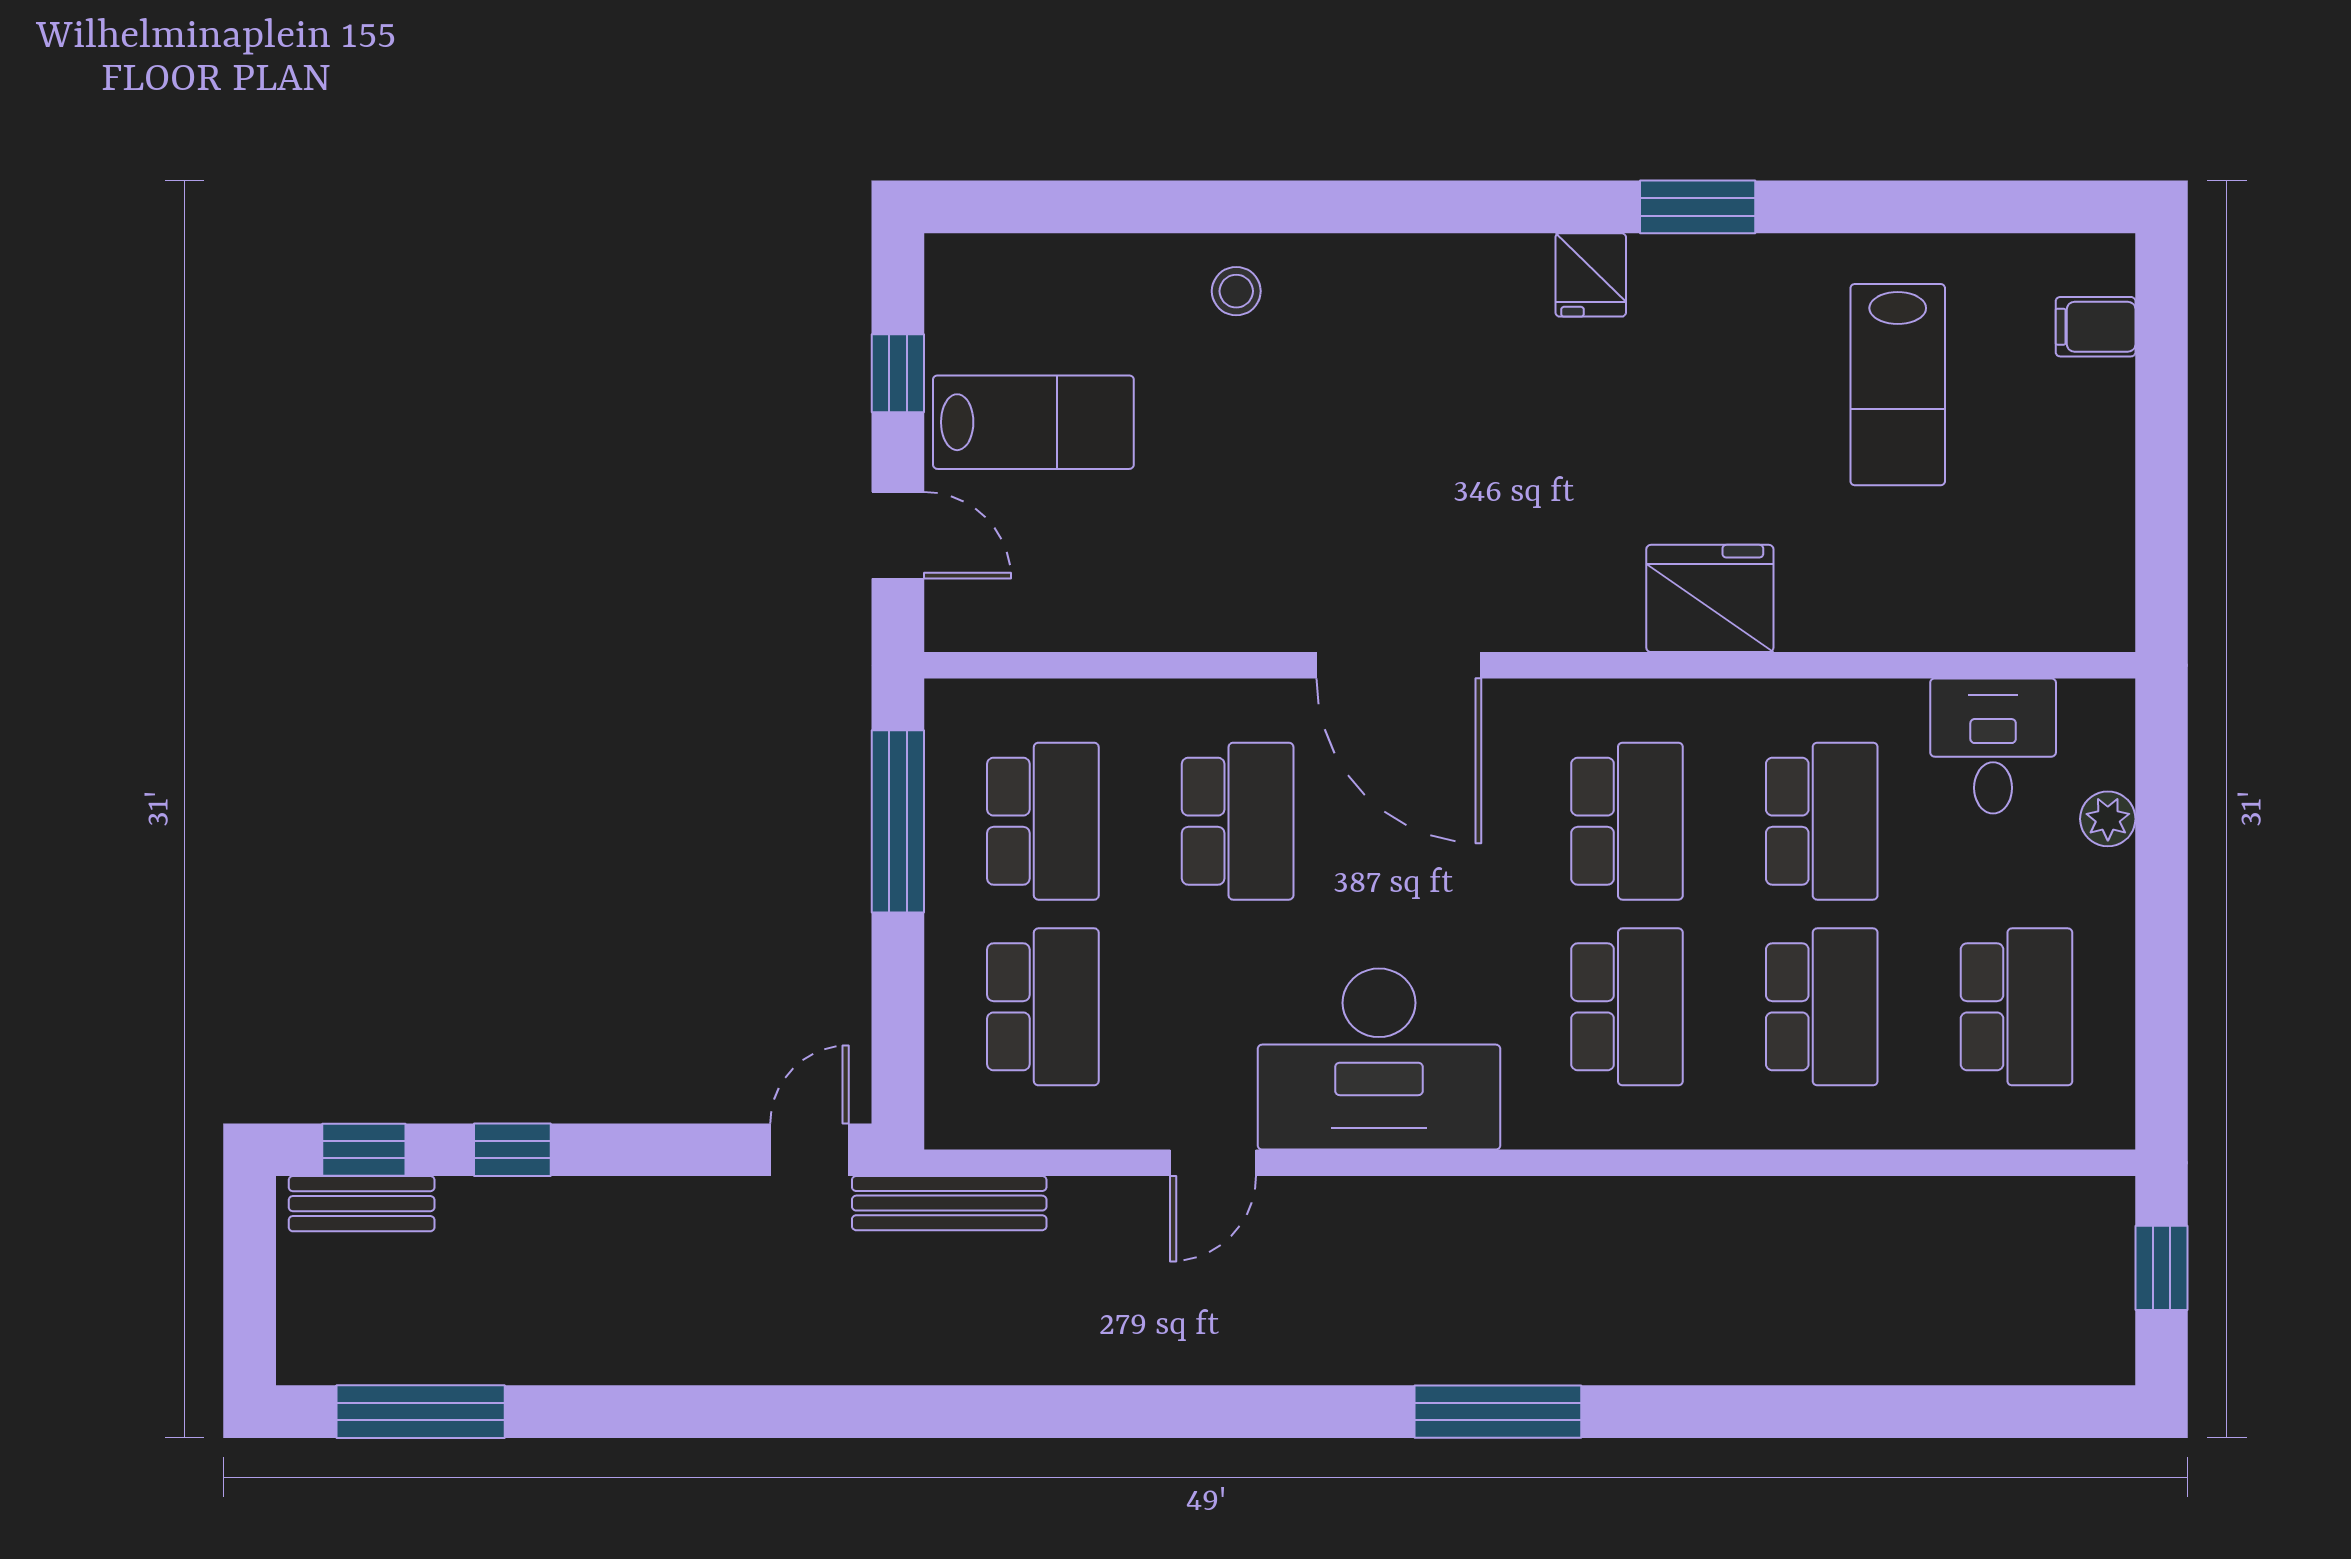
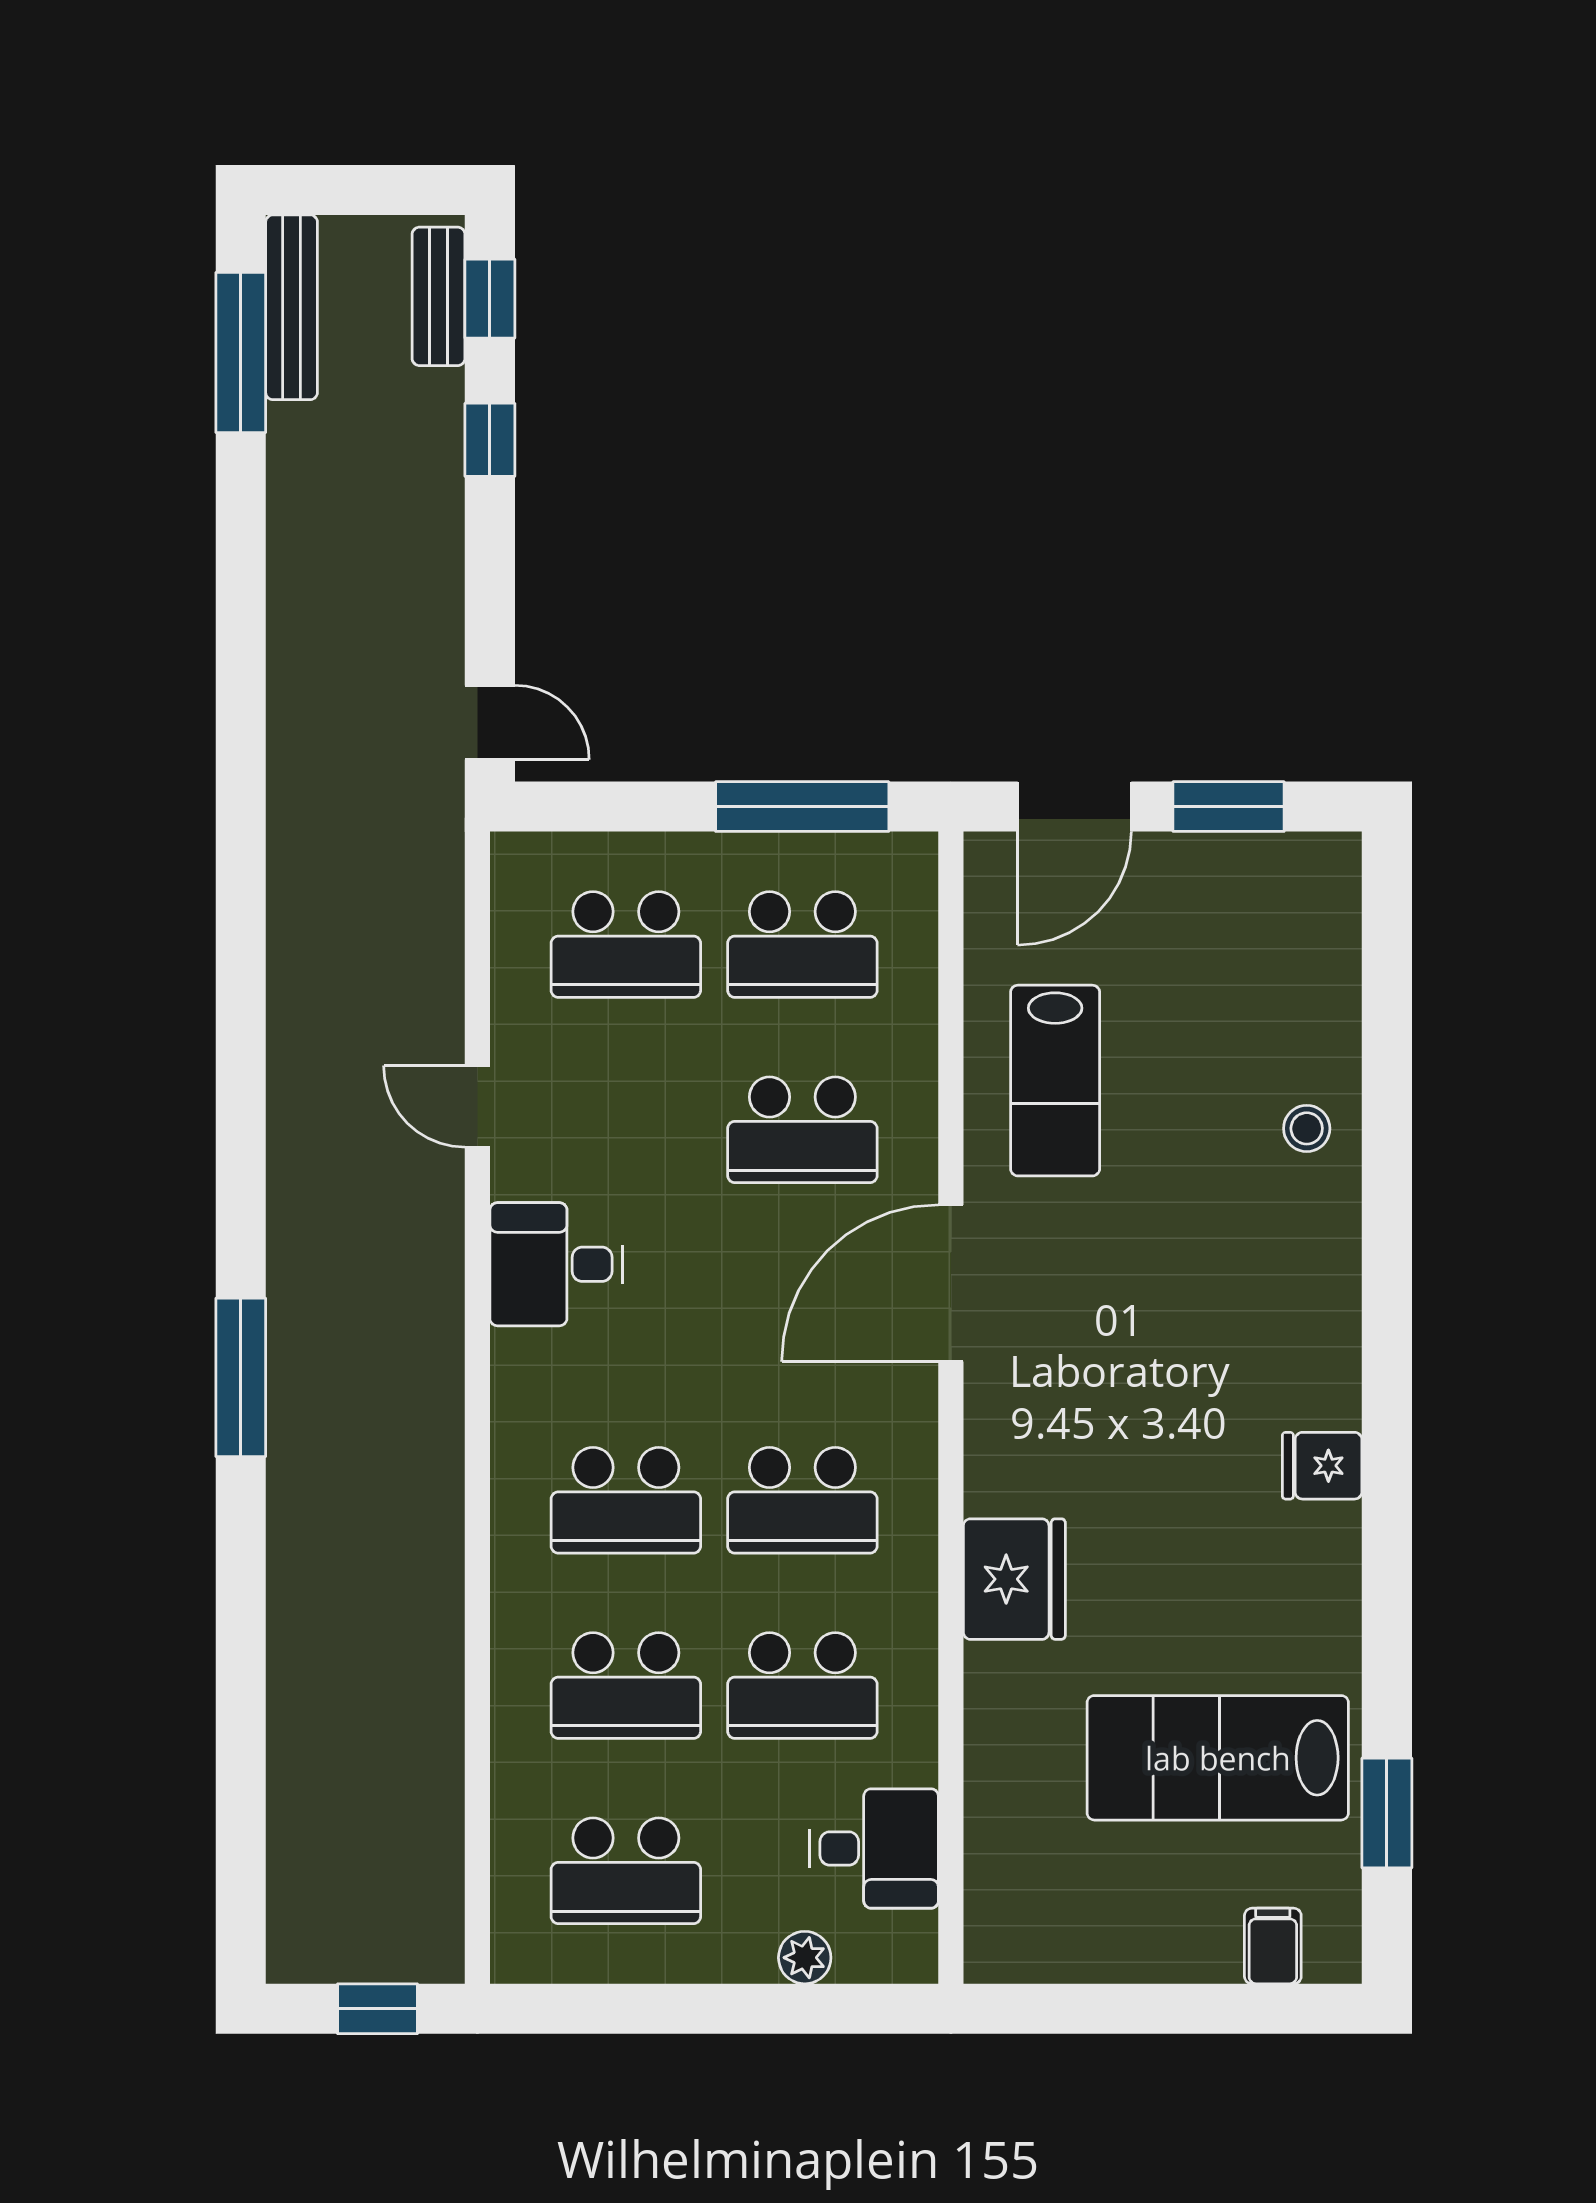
window: (1698, 207) -> (1387, 1813), moved
window: (898, 373) -> (1229, 807), width x1.50
lab bench: (1898, 385) -> (1218, 1758), width x1.36, depth x1.39
lab bench: (1033, 422) -> (1055, 1081), moved
door: (898, 535) -> (1074, 807), width x1.38
desk: (1379, 1059) -> (556, 1264), width x0.53, depth x0.77
bench: (949, 1203) -> (292, 307), moved

